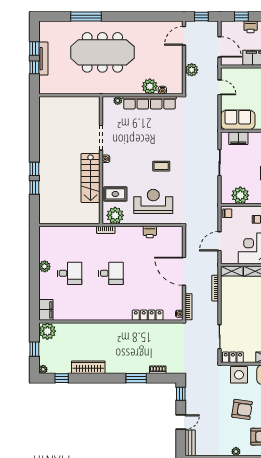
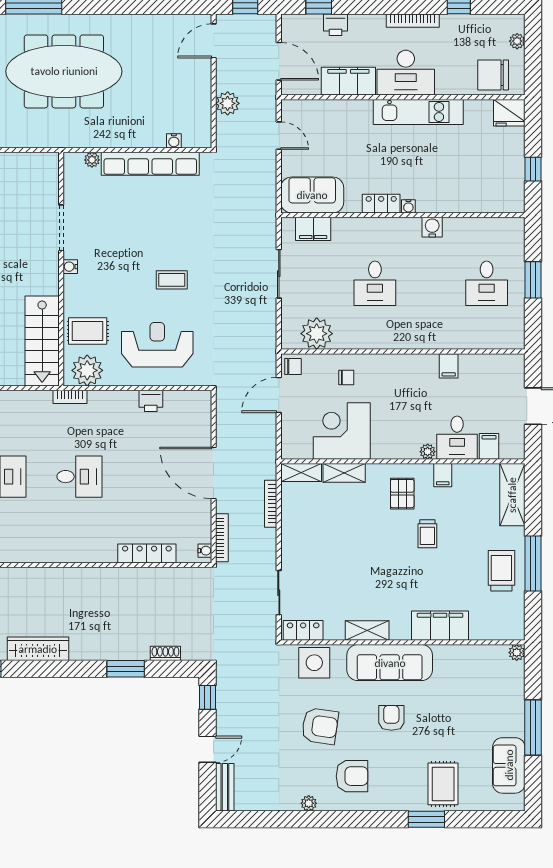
plant: (150, 86) -> (151, 134), removed
stairs: (91, 178) -> (42, 341), moved
door: (220, 241) -> (279, 395), moved

